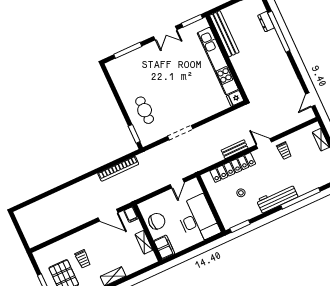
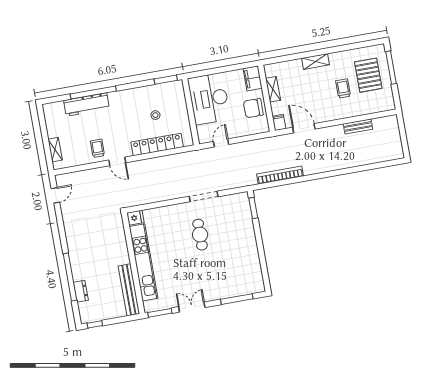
cafe table: (145, 110) -> (200, 235), moved
bench: (235, 149) -> (358, 126), moved
workbench: (277, 198) -> (86, 105), moved

